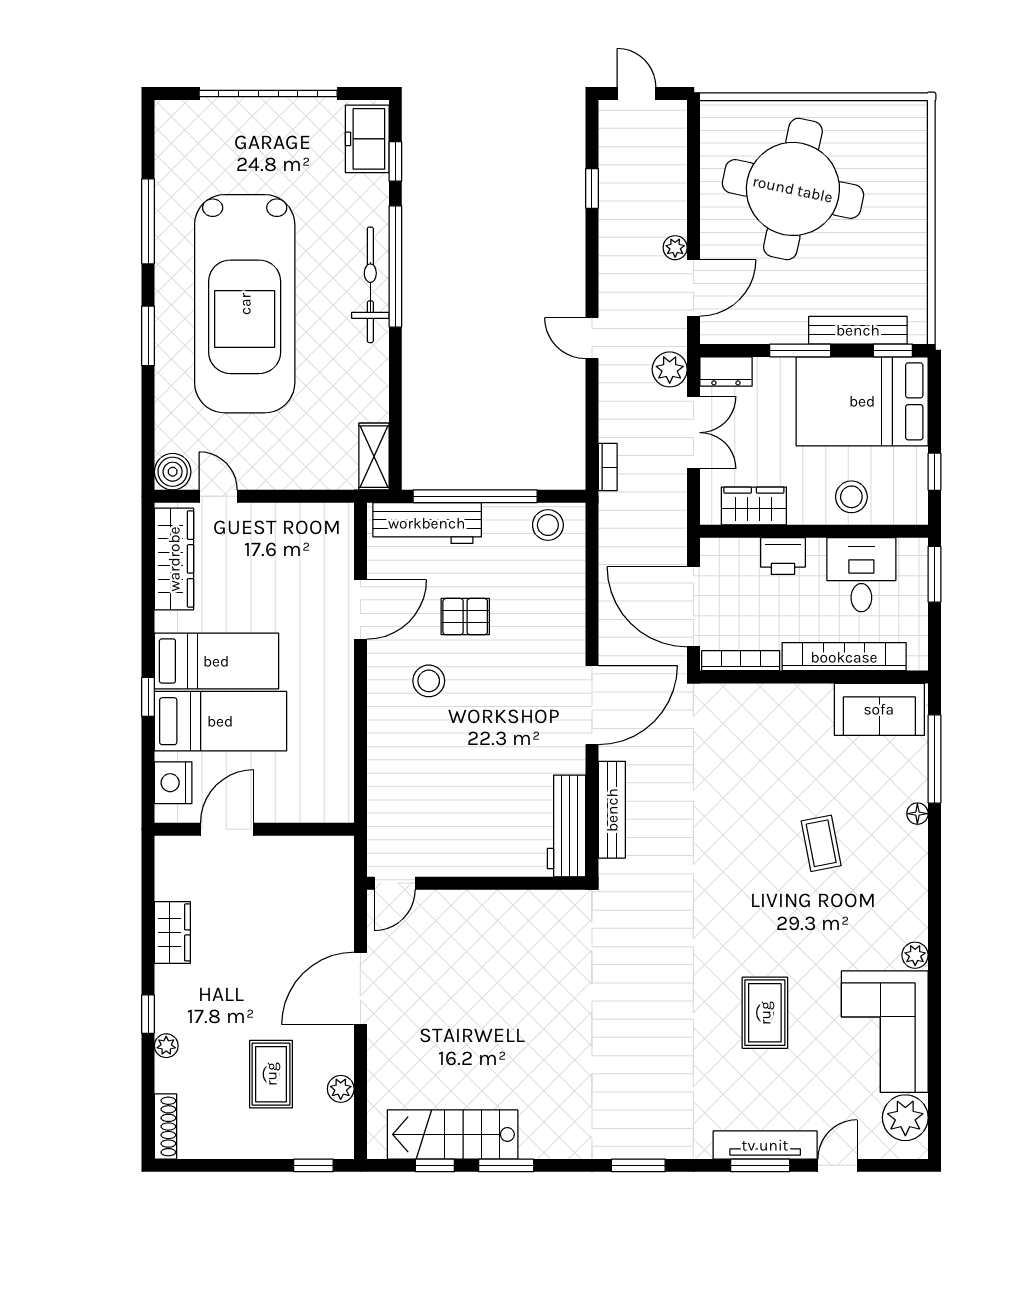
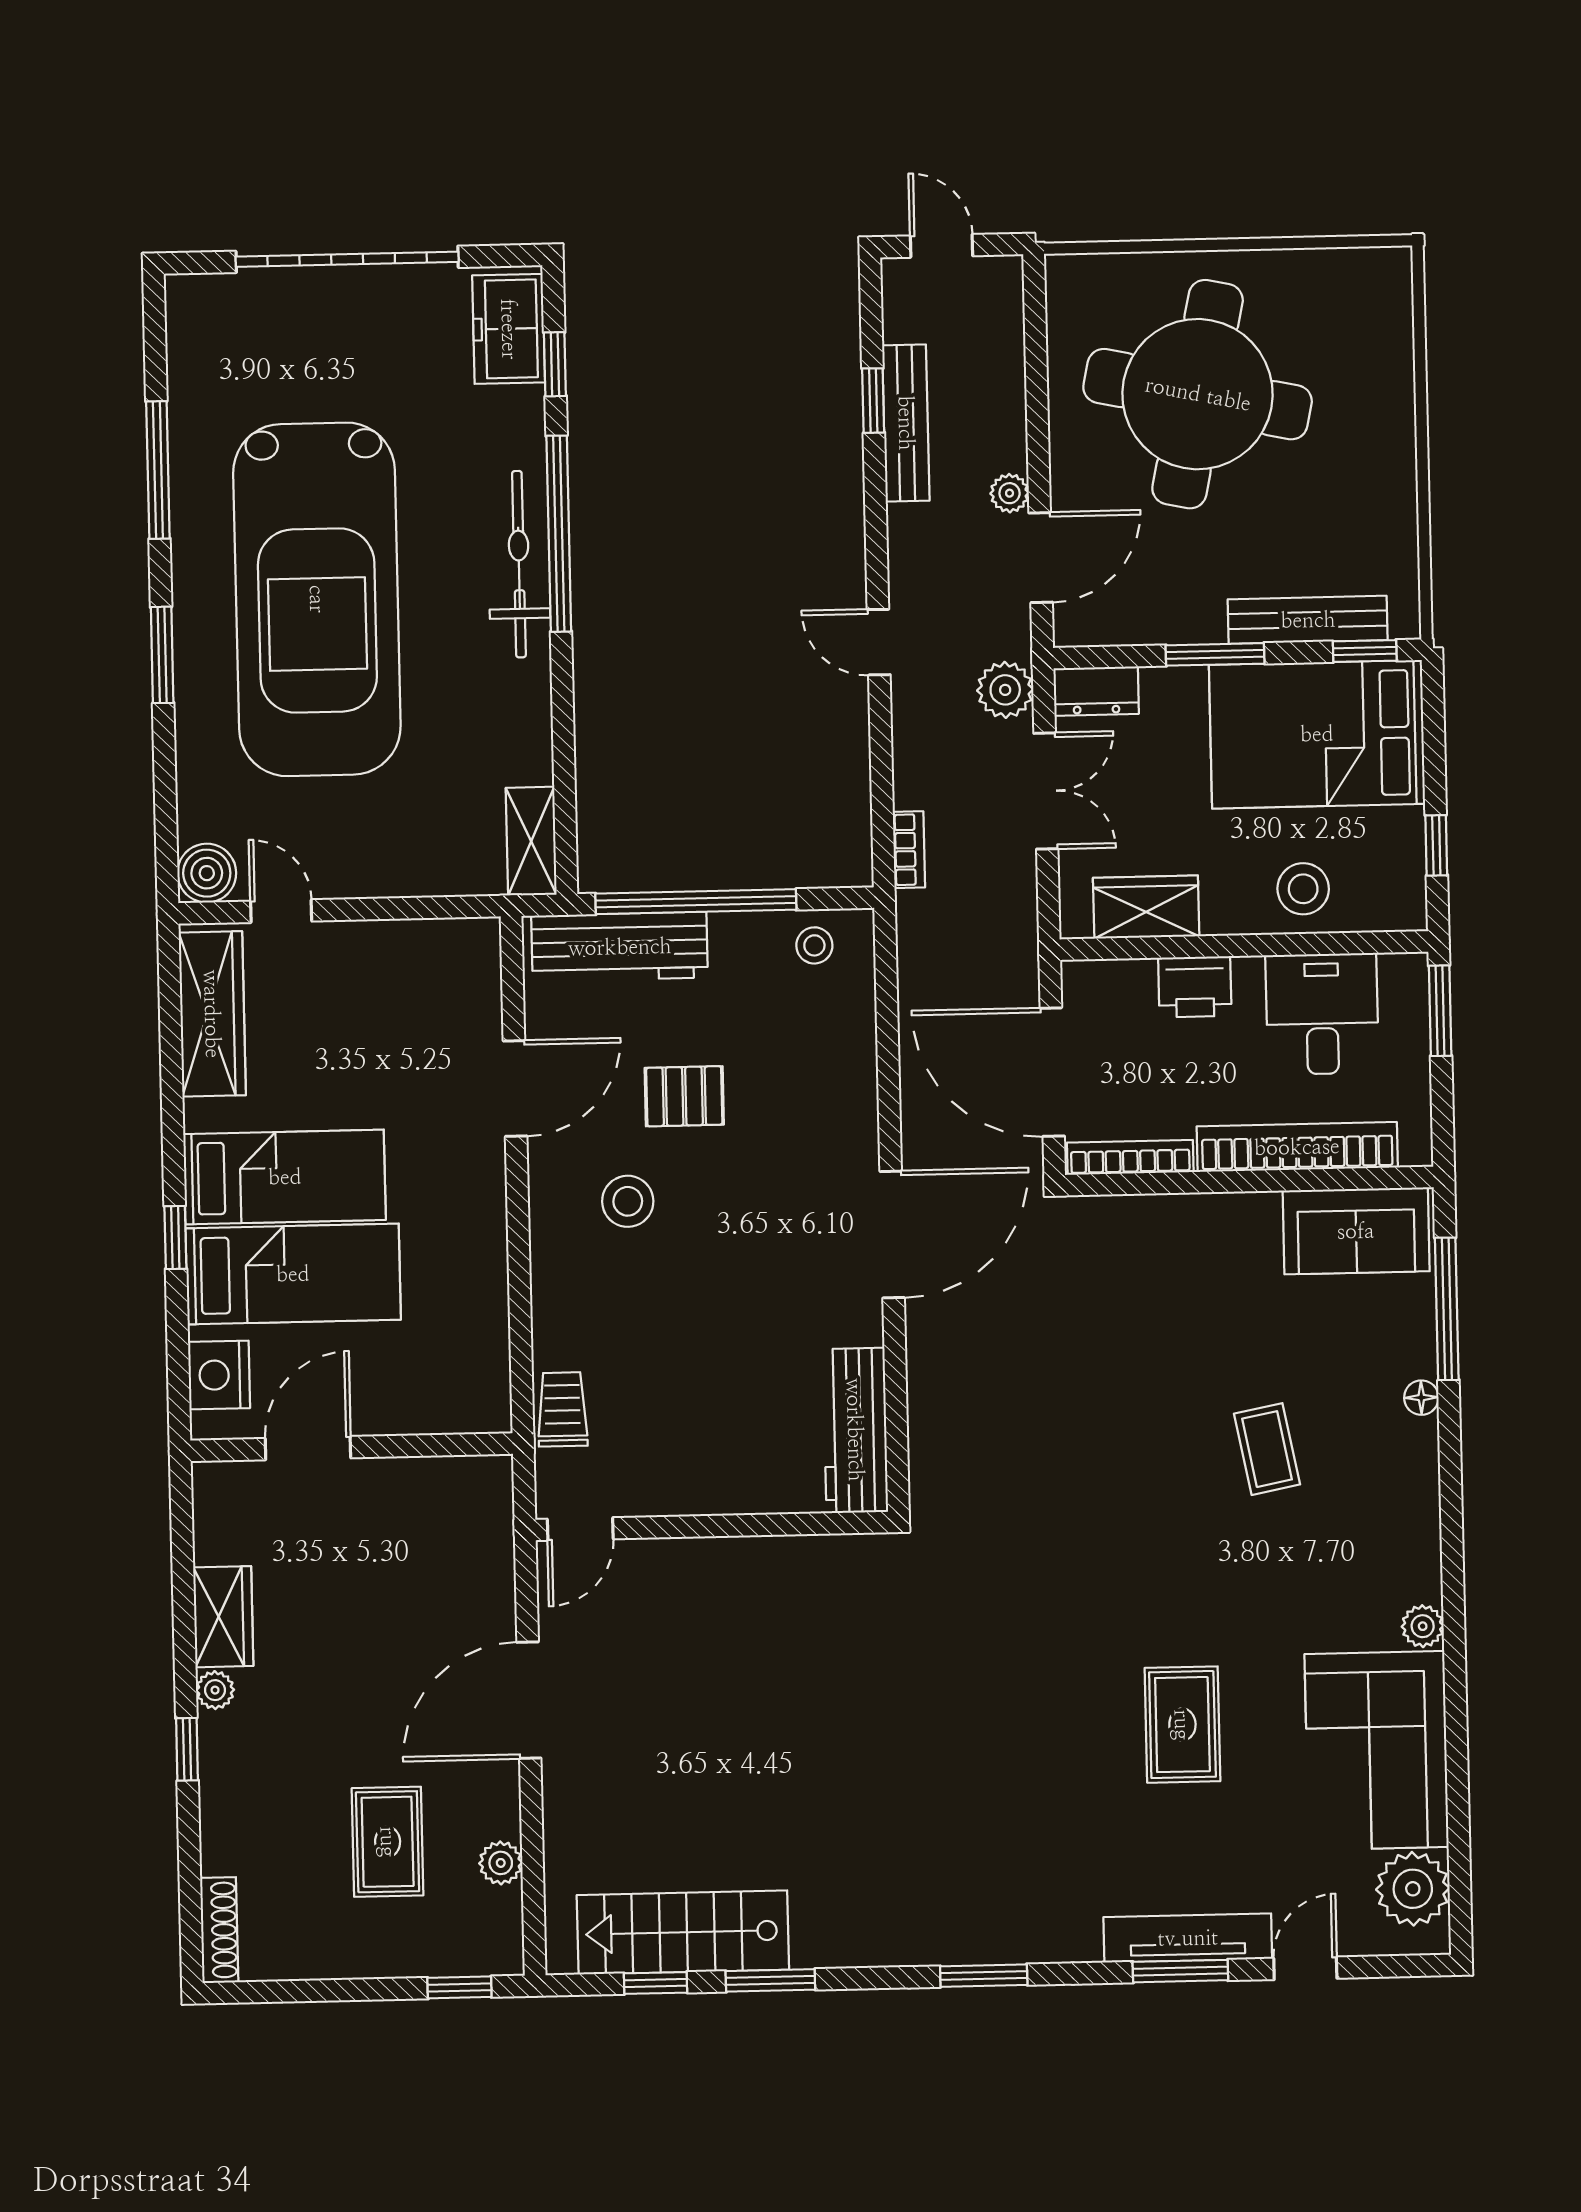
stool: (548, 525) -> (814, 945), width x0.73, depth x0.73
trolley: (385, 809) -> (562, 1409), added
bench: (612, 810) -> (906, 423), moved
plant: (166, 1046) -> (215, 1690), moved

